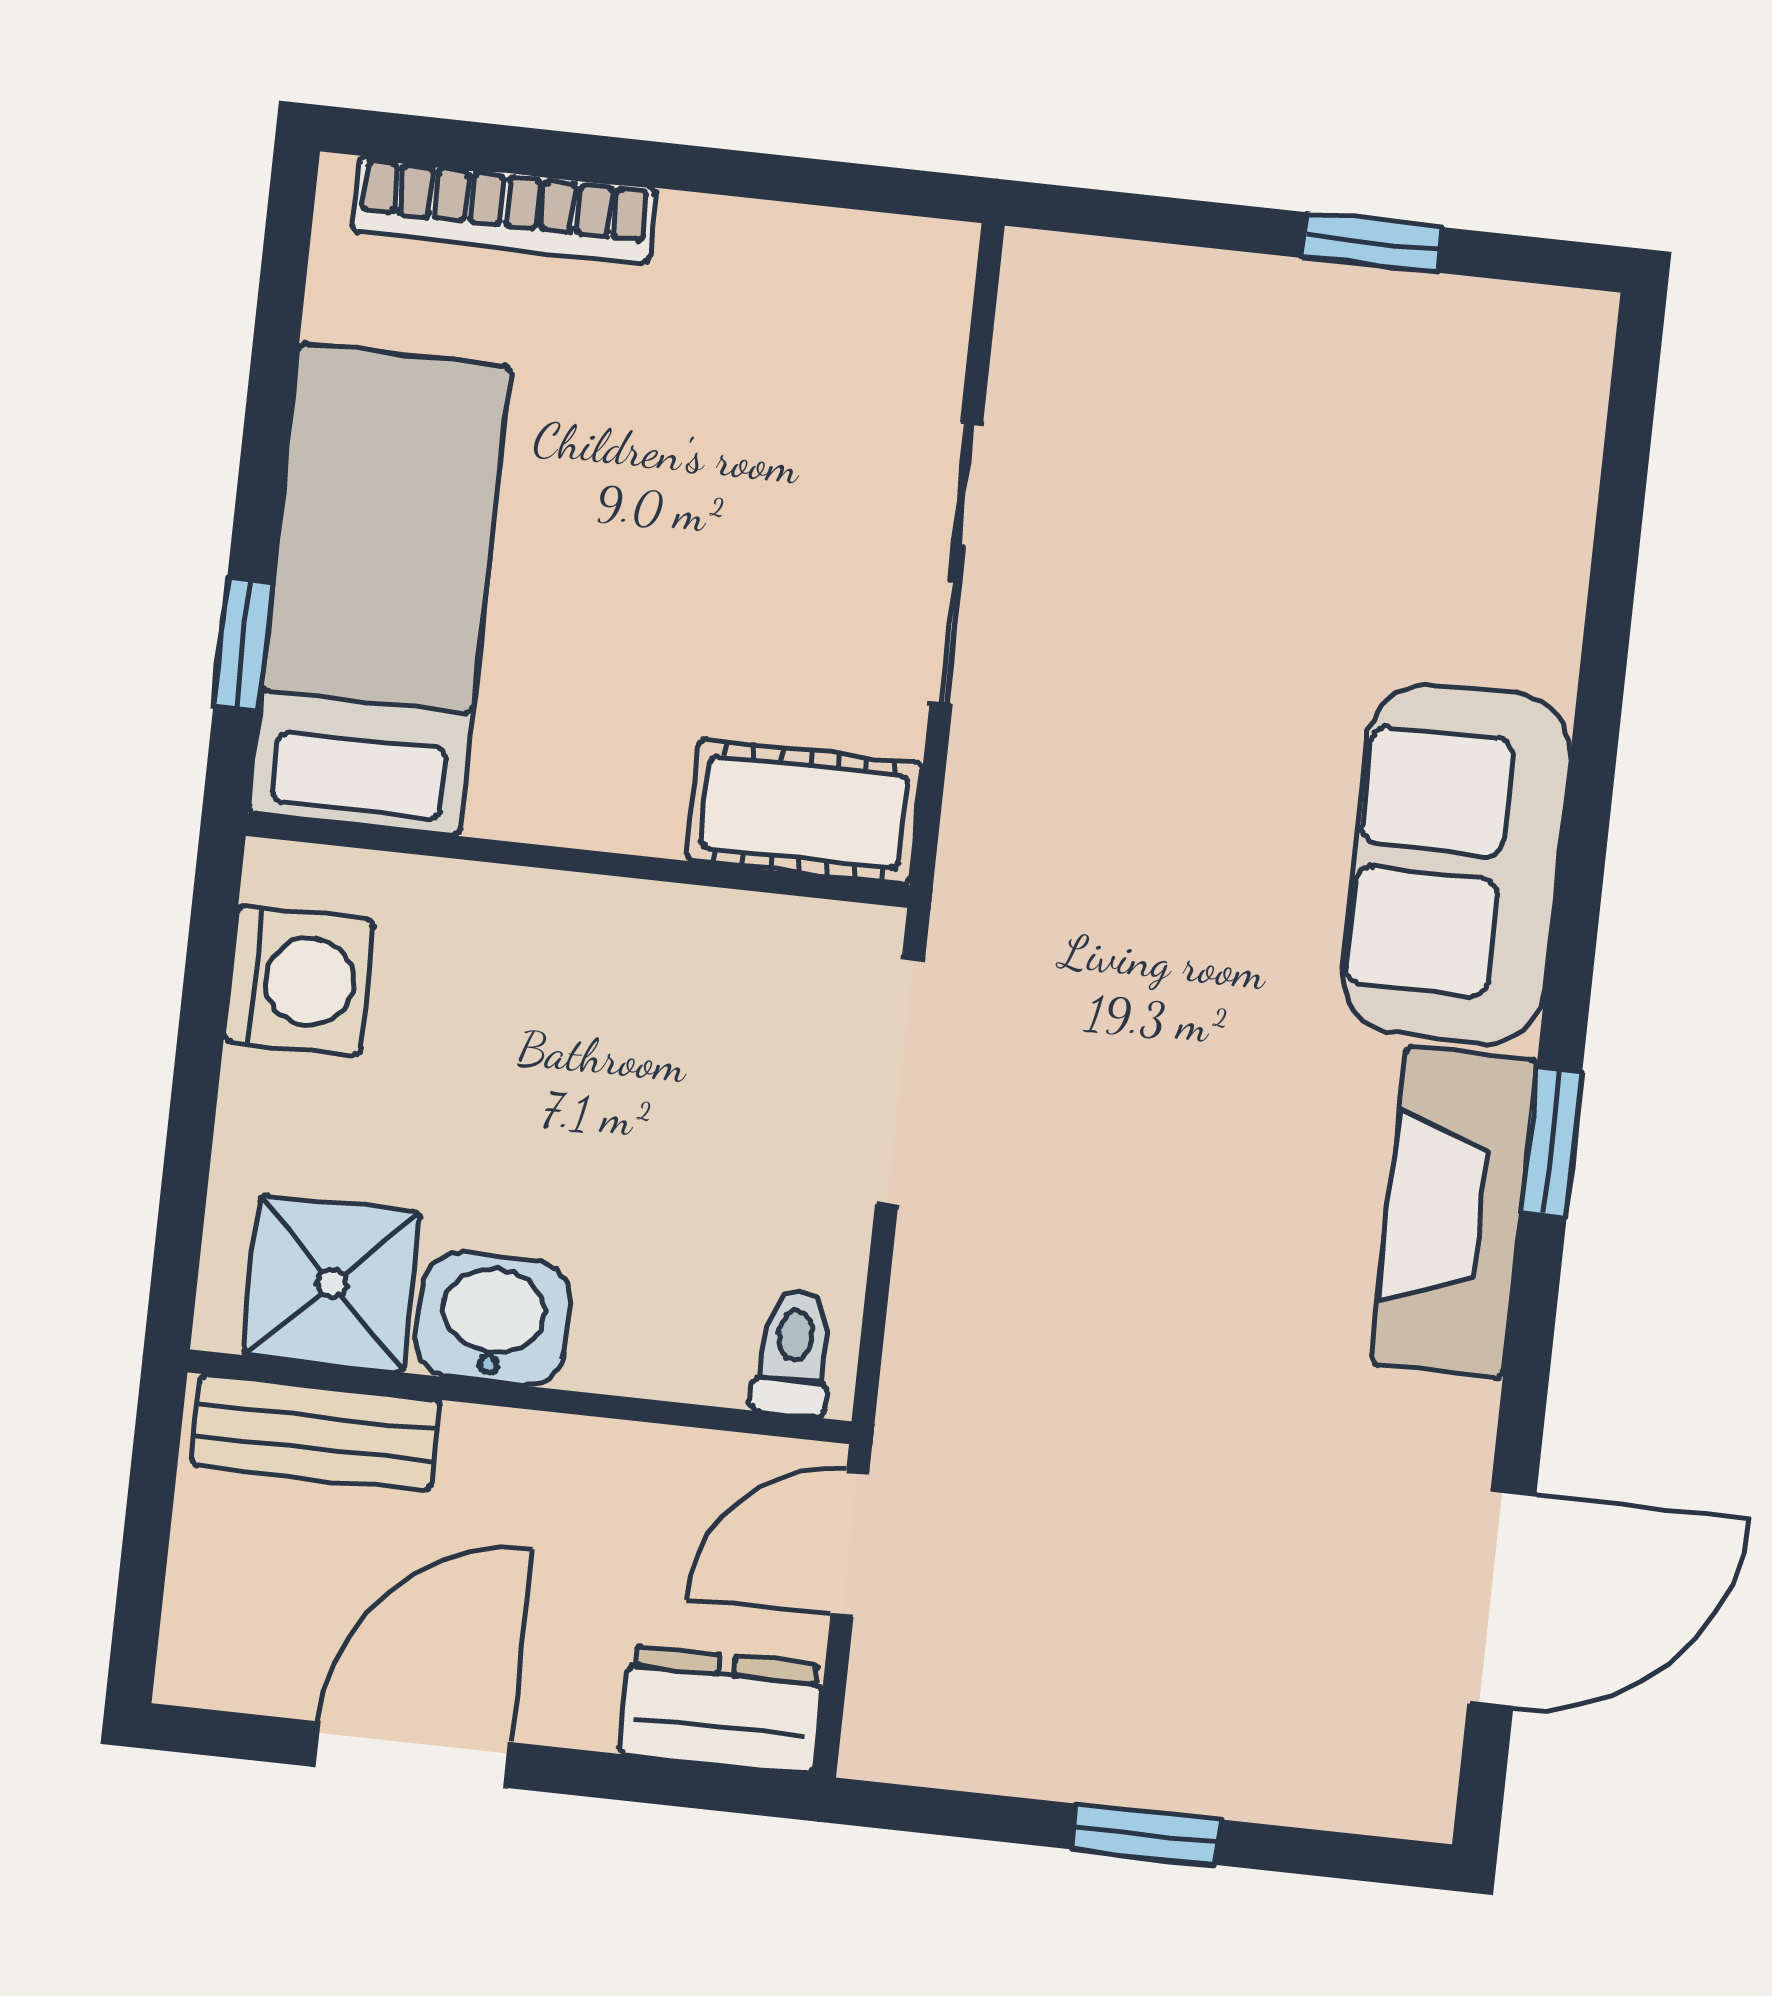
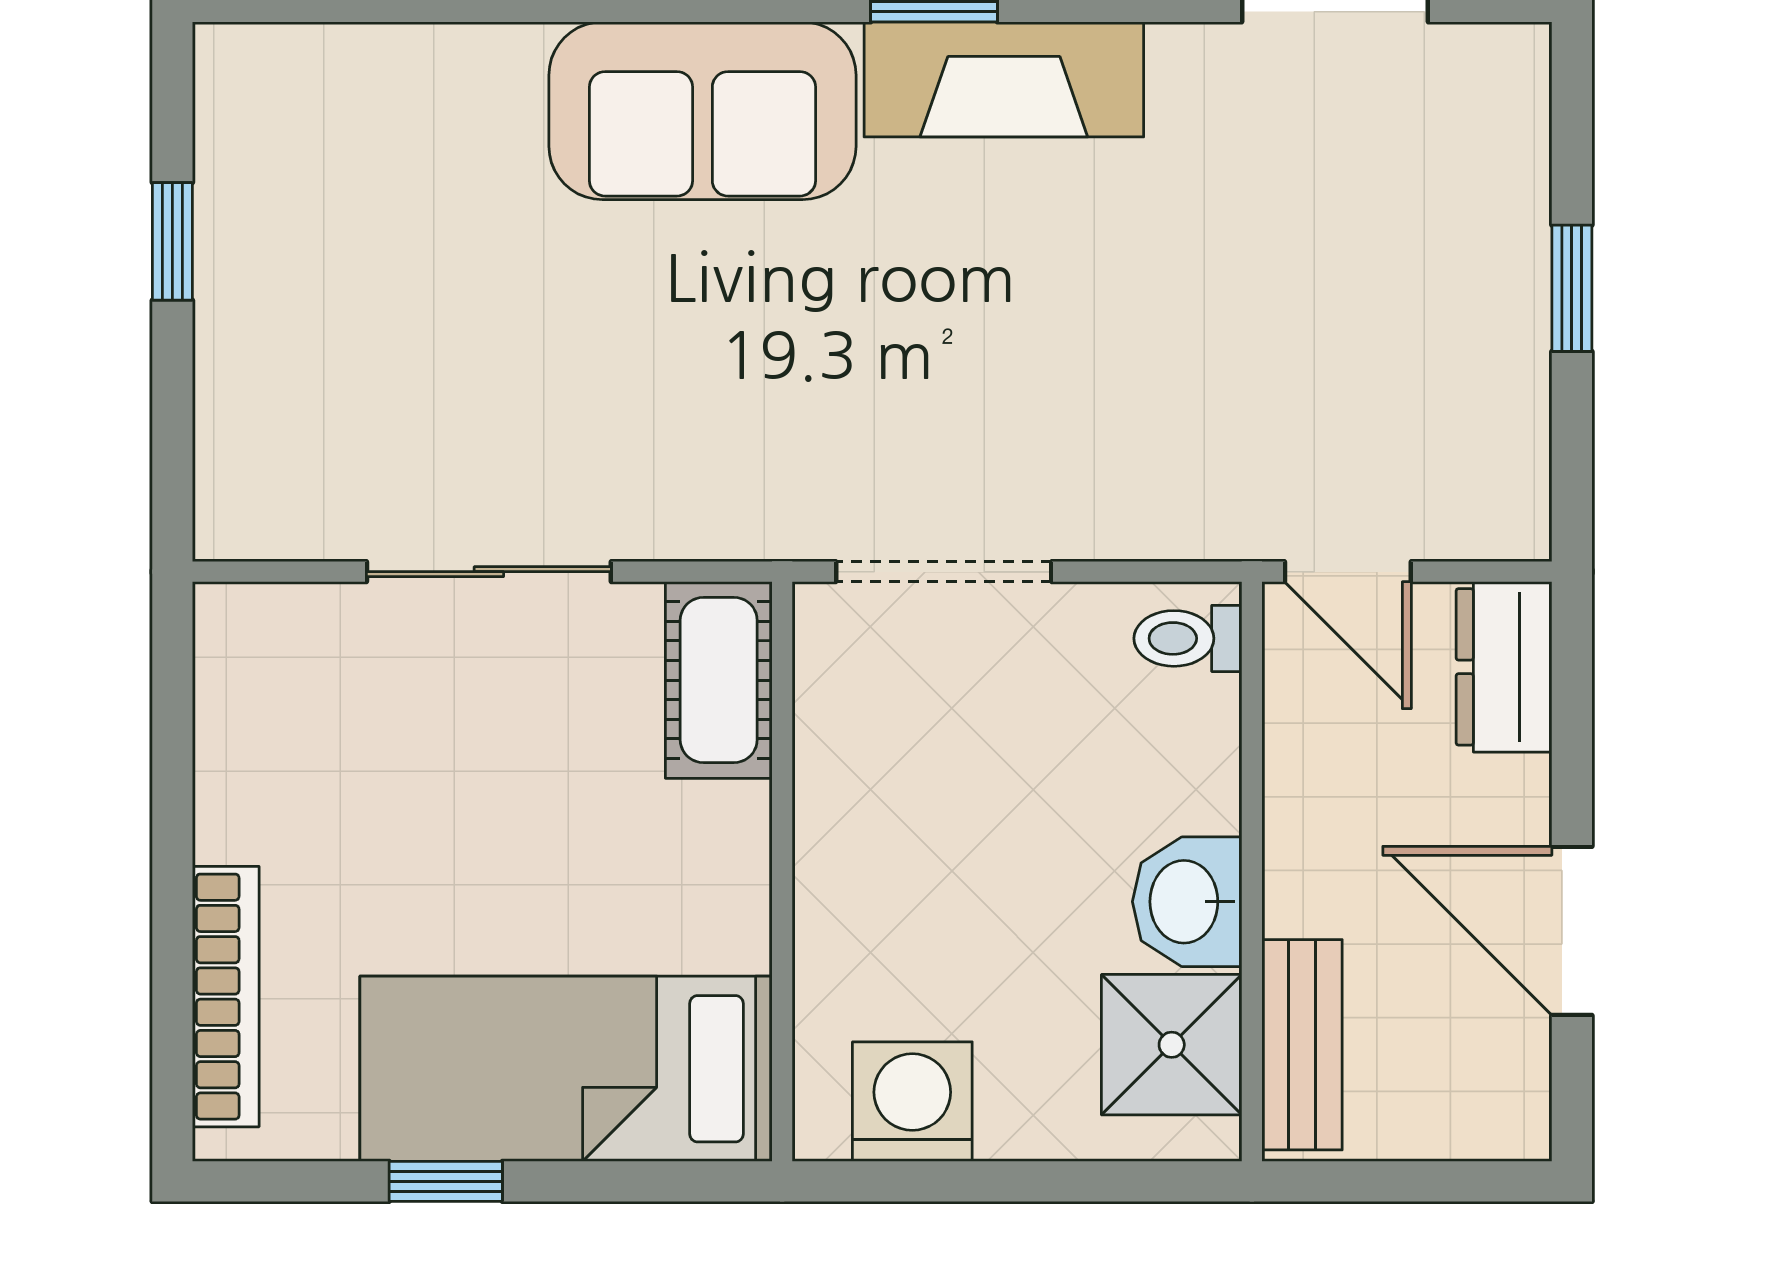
window: (243, 644) -> (446, 1181), moved

